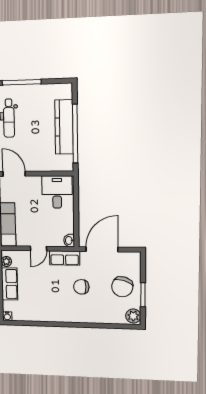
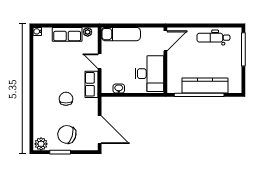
desk: (57, 192) -> (149, 74), width x1.37
washbasin: (69, 240) -> (119, 88), moved
door: (102, 249) -> (100, 130), moved

